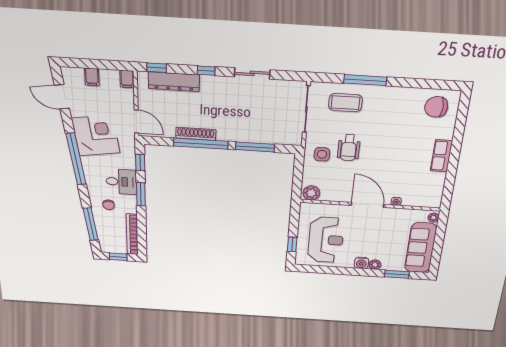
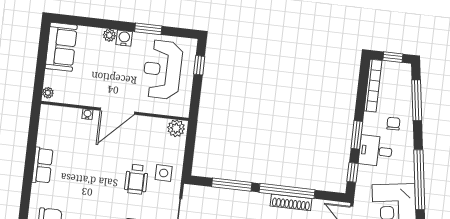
wheelchair: (349, 148) -> (136, 179), turned 180
door: (367, 205) -> (117, 111), hinge flipped
sofa: (421, 248) -> (61, 47), width x0.73
window: (397, 274) -> (148, 29), moved

